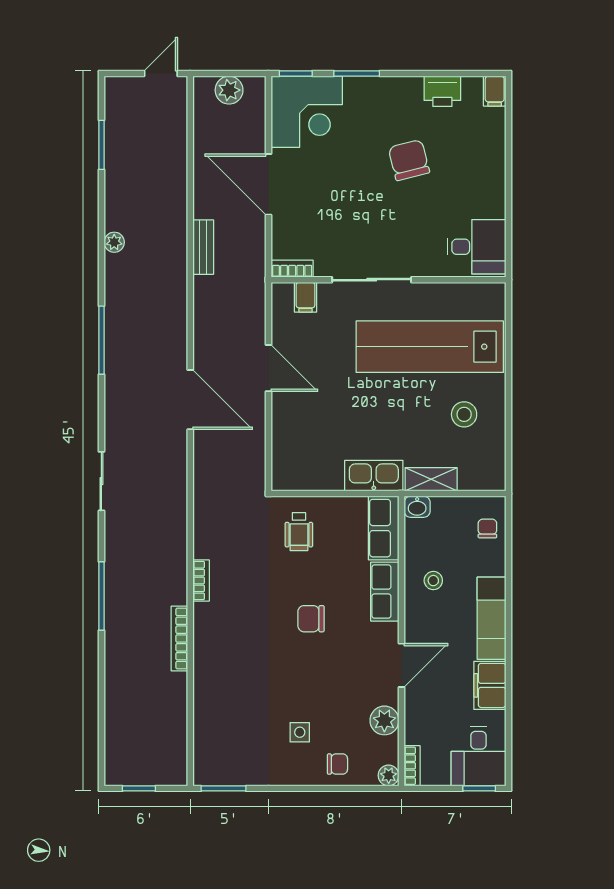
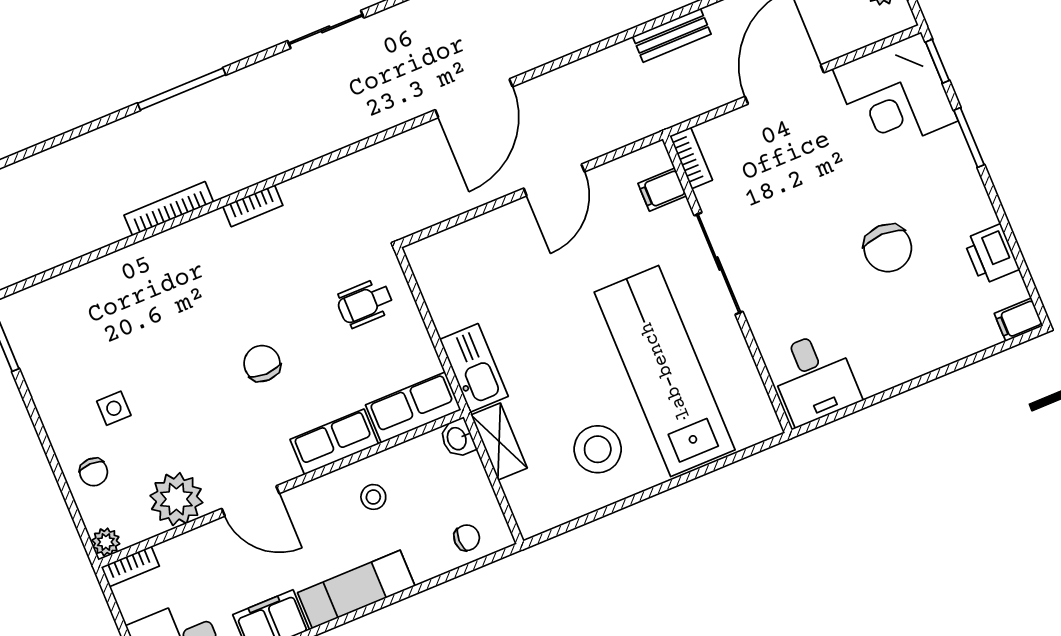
chair: (409, 160) -> (888, 248), turned 104
stool: (464, 414) -> (598, 449), width x1.38, depth x1.38
plant: (384, 720) -> (176, 499), width x1.36, depth x1.36

